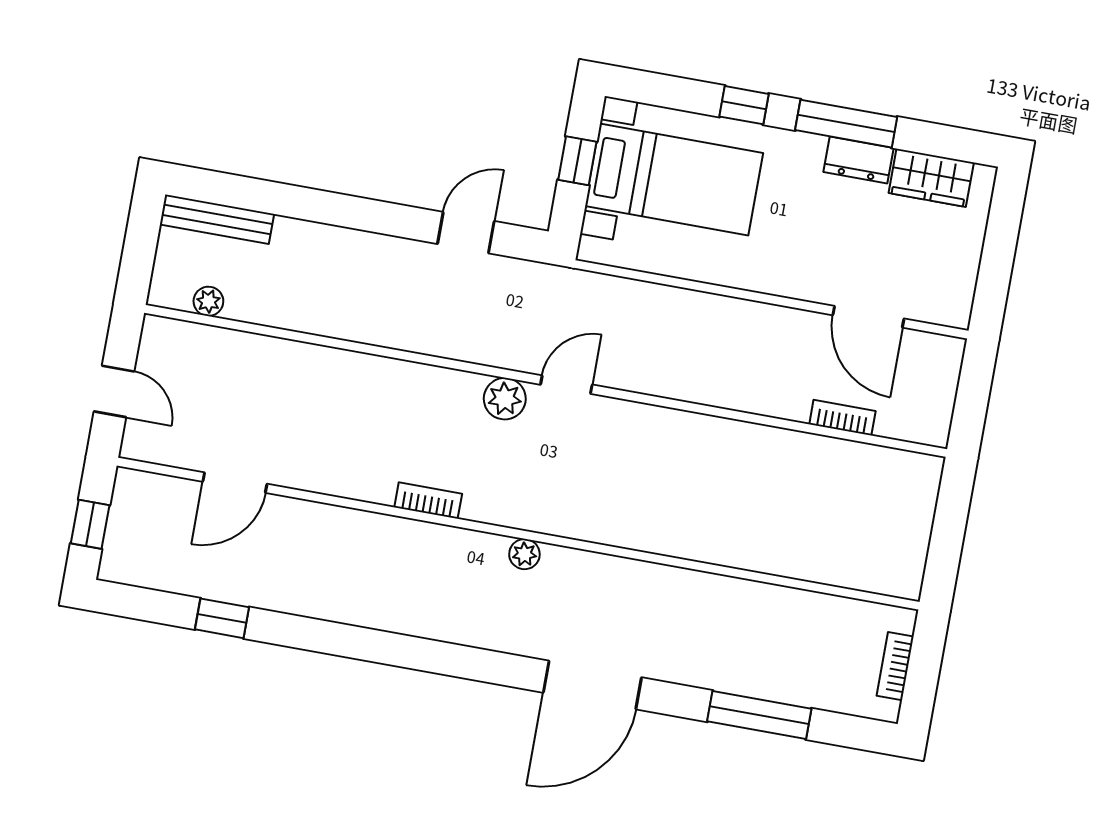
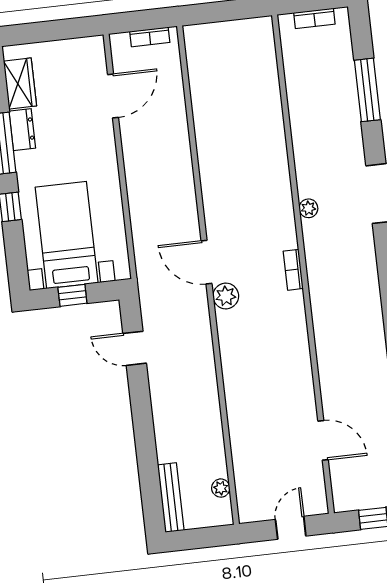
door: (566, 385) -> (207, 262), width x1.38
bookcase: (842, 418) -> (150, 37), moved, turned -90
bookcase: (428, 501) -> (293, 270), moved
plant: (524, 554) -> (308, 208), moved

